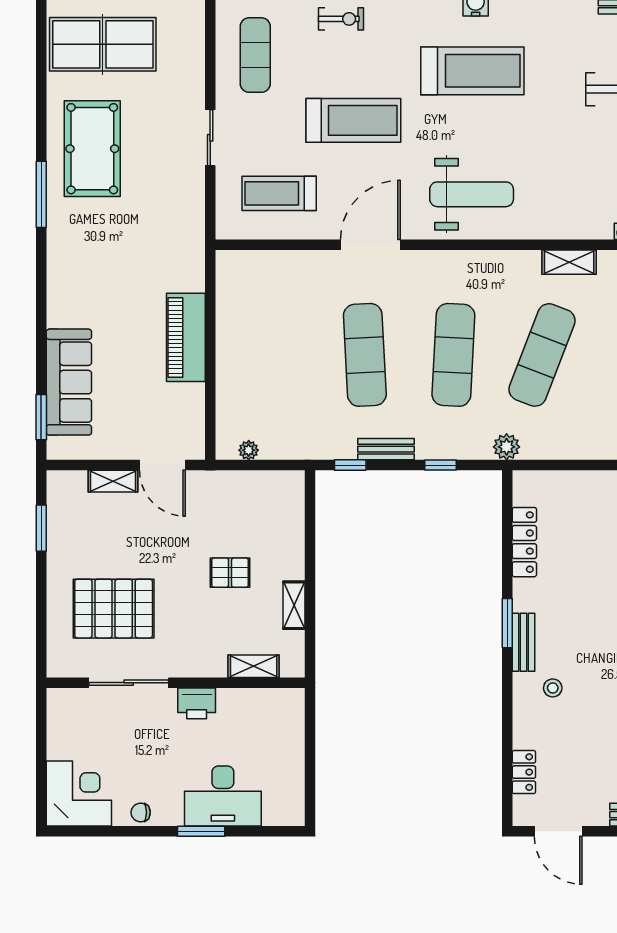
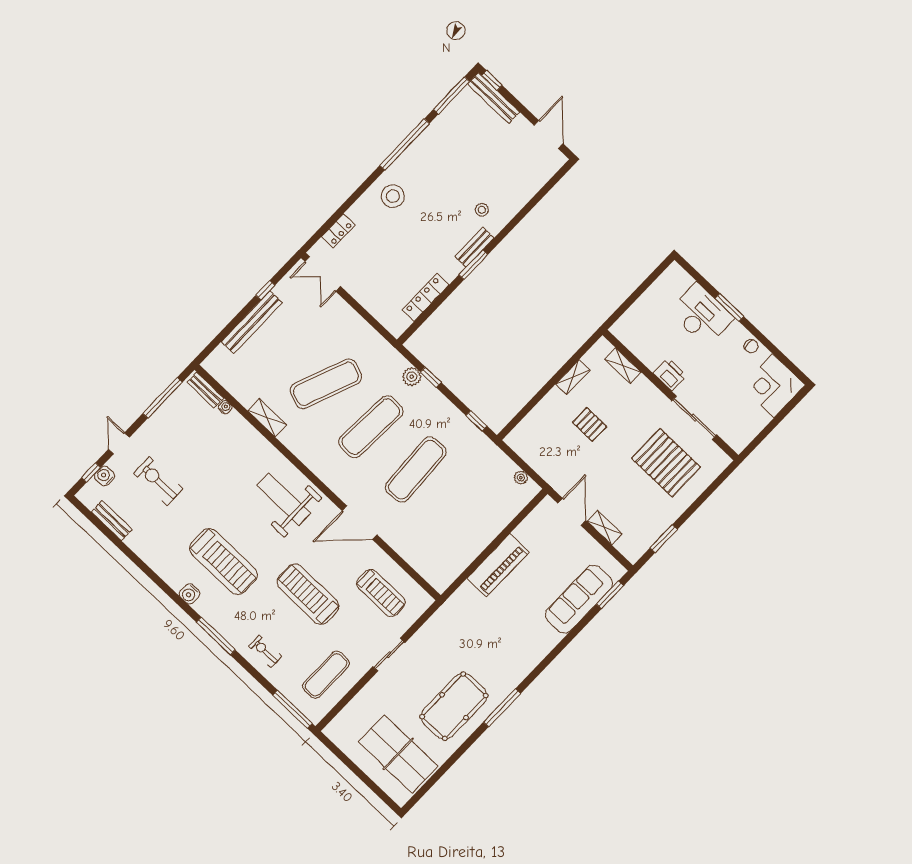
treadmill: (472, 71) -> (224, 562), turned 180
plant: (507, 447) -> (412, 377), moved
bench: (386, 449) -> (451, 412), removed
locker: (524, 772) -> (537, 181), removed

